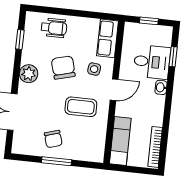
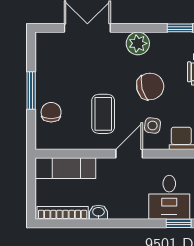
washbasin: (161, 87) -> (98, 212), moved
door: (114, 90) -> (129, 154), swing flipped
chair: (53, 139) -> (51, 112), moved, turned 107

